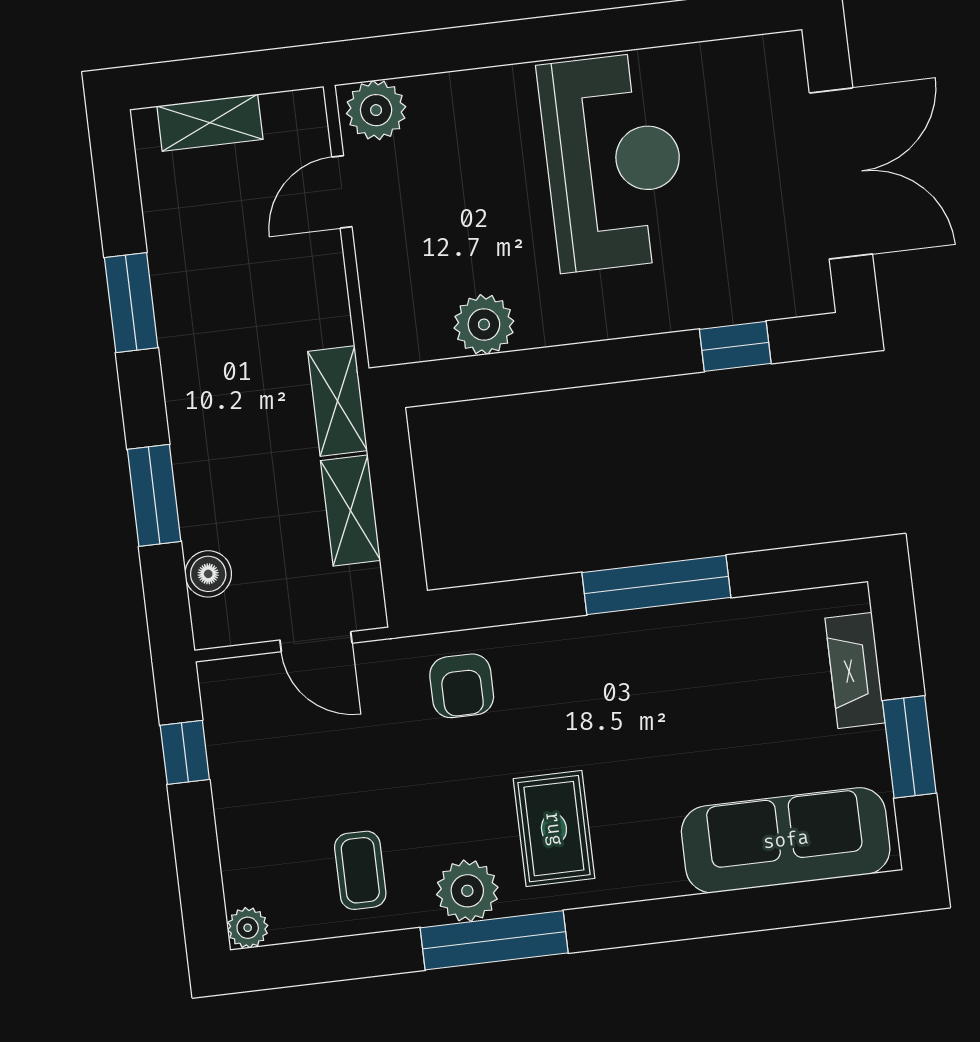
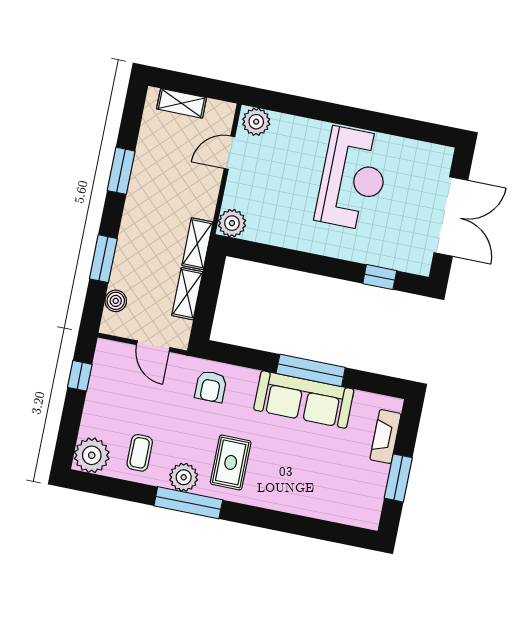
plant: (484, 324) -> (232, 223), moved
sofa: (786, 840) -> (304, 400), moved, turned 180
plant: (248, 928) -> (92, 455), width x1.88, depth x1.88

